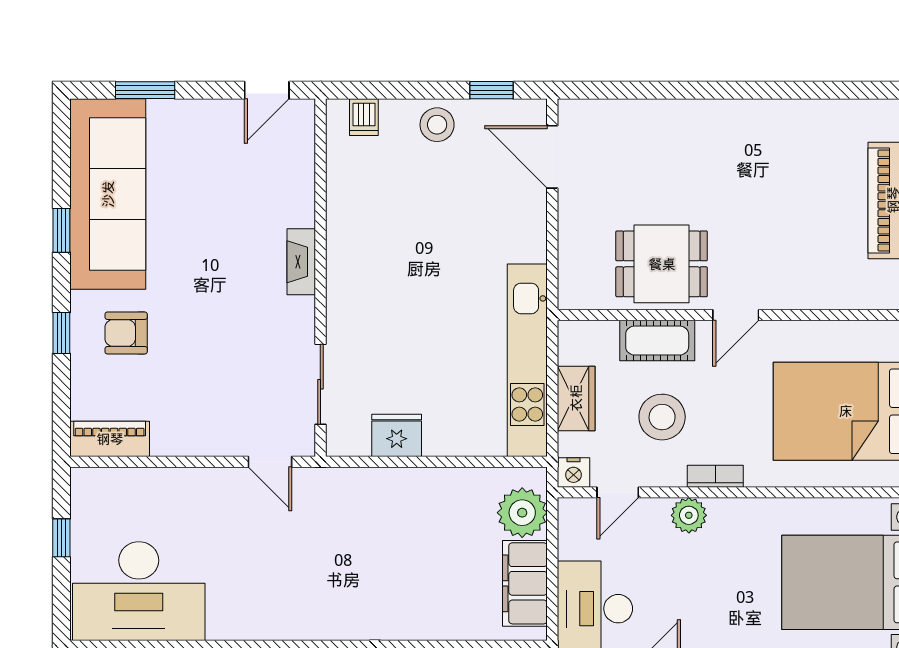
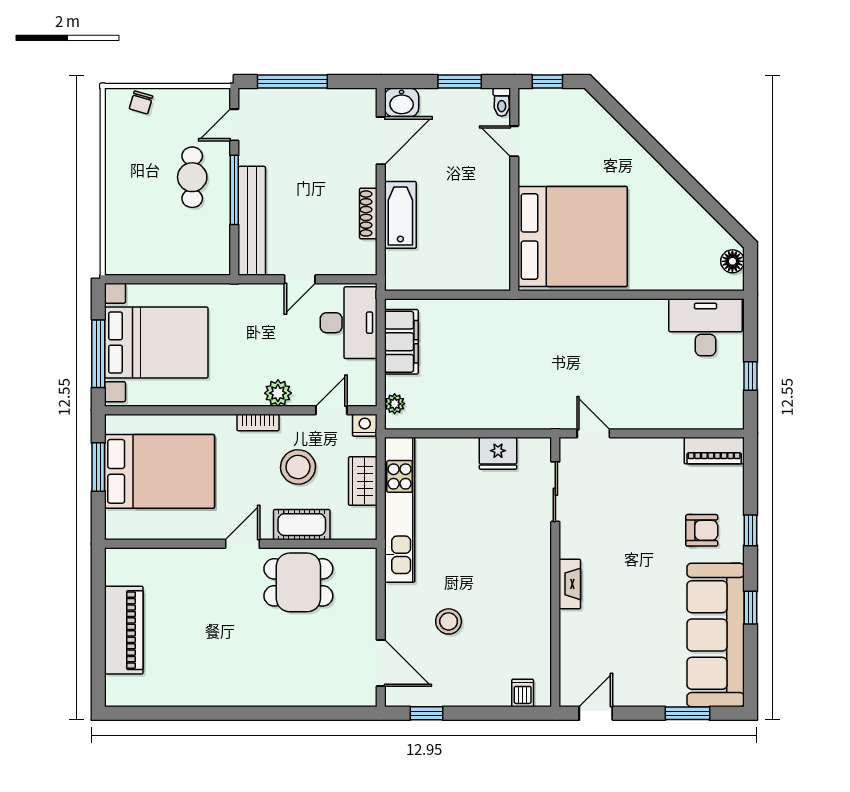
stool: (437, 125) -> (449, 621), moved
plant: (522, 513) -> (395, 404), width x0.53, depth x0.53
desk: (139, 591) -> (706, 327), width x0.73, depth x0.77

